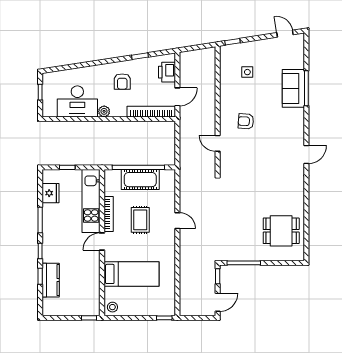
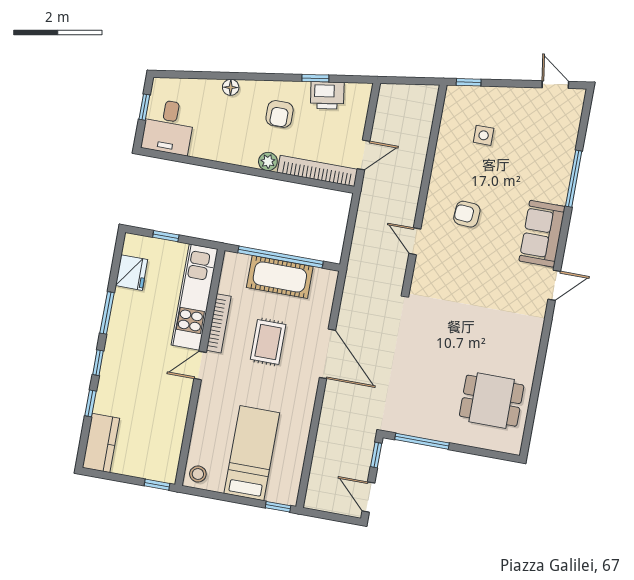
floor lamp: (90, 71) -> (231, 87), added
printer: (167, 72) -> (327, 95), moved, turned -99
sofa: (293, 88) -> (542, 234), moved
desk: (77, 101) -> (168, 127), moved, width x0.73
plant: (104, 111) -> (268, 161), moved
door: (177, 221) -> (327, 354), width x1.87
bed: (131, 274) -> (252, 453), moved, turned -90
kitchen counter: (51, 280) -> (101, 443), moved
door: (218, 302) -> (368, 497), swing flipped

